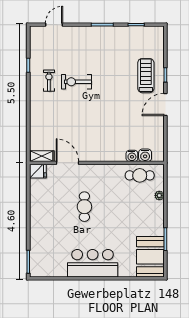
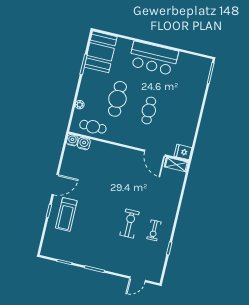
exercise bike: (77, 82) -> (130, 224), turned -90
water cooler: (132, 156) -> (72, 140), moved
cafe table: (121, 211) -> (117, 99), added

